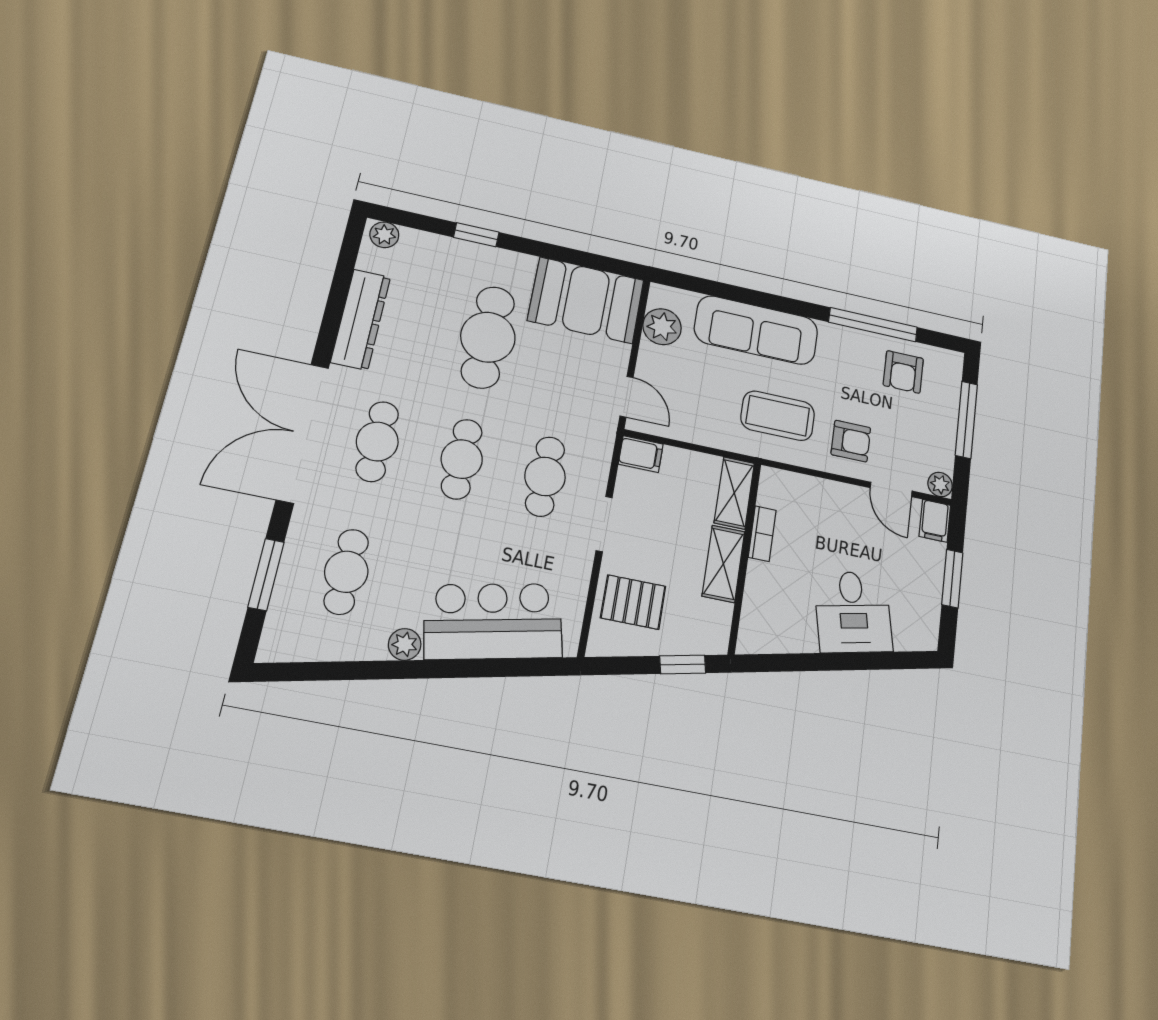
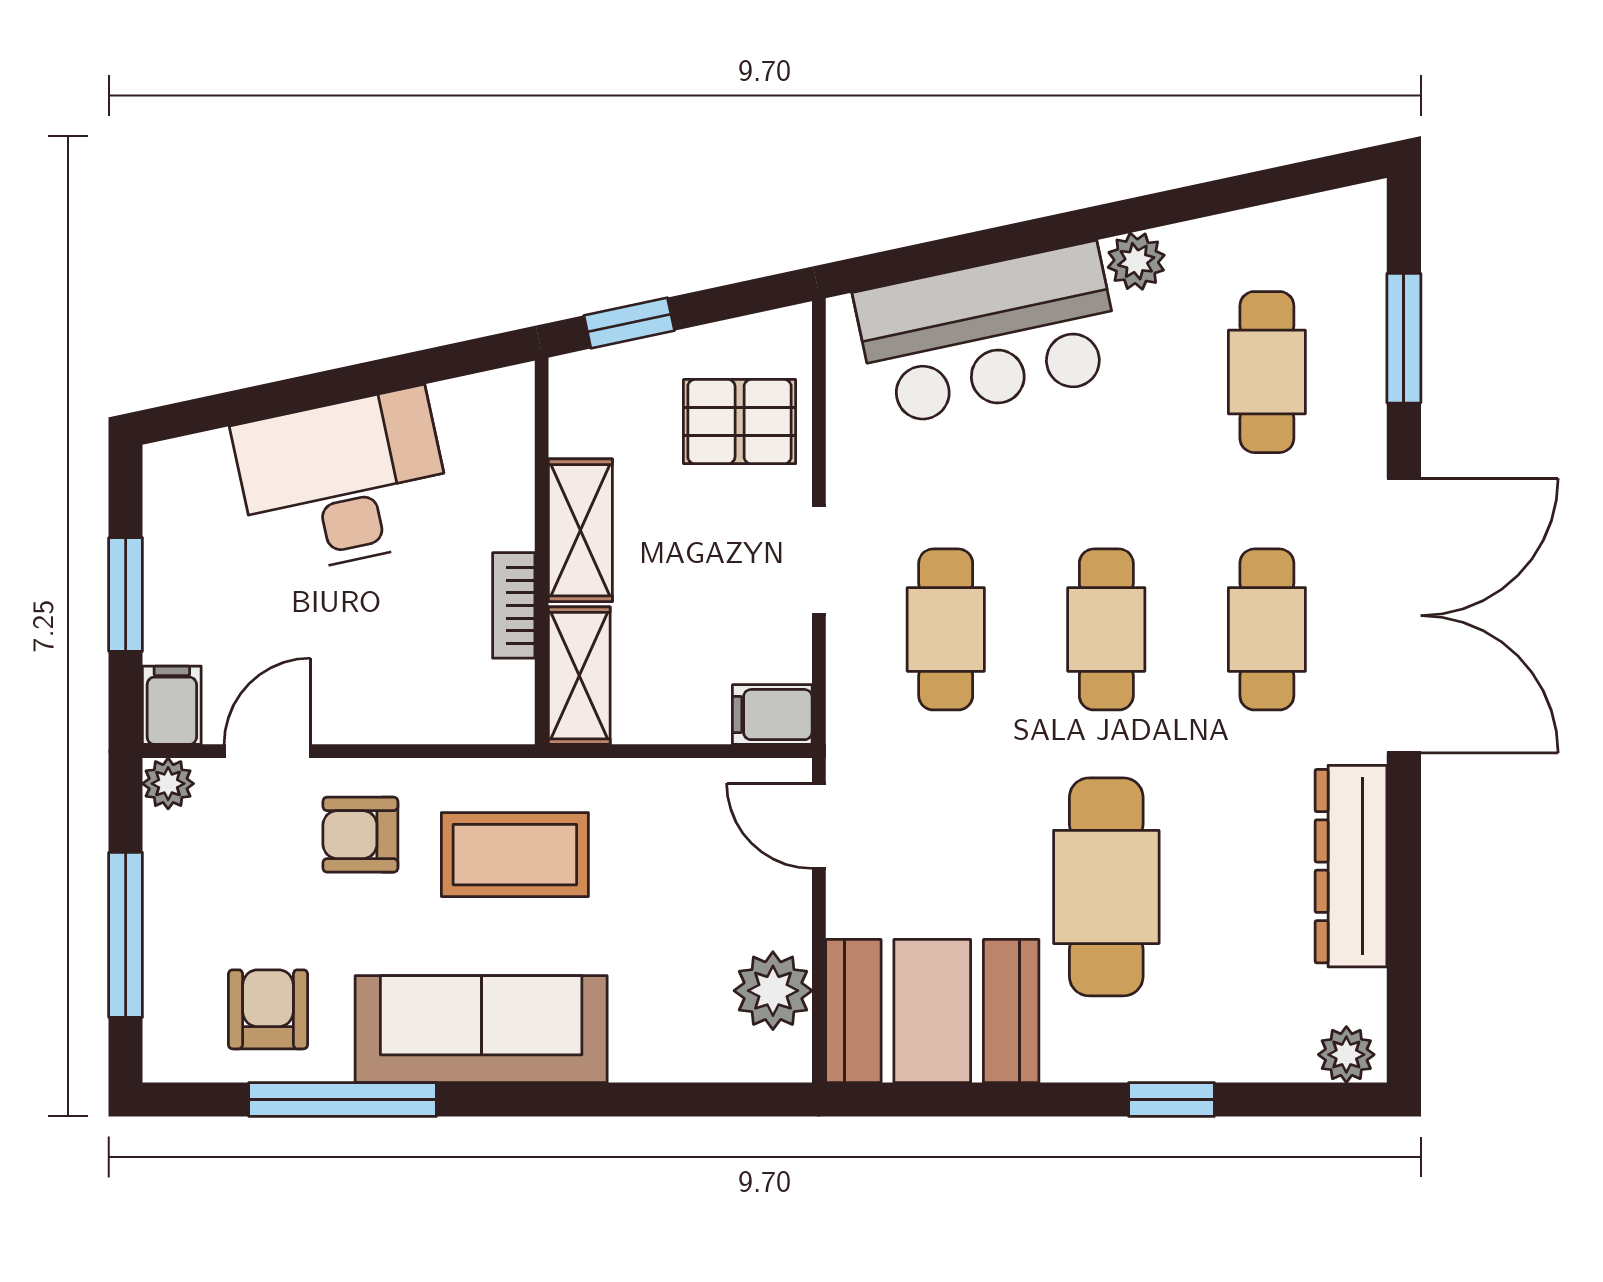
sofa: (756, 330) -> (481, 1029), moved
door: (891, 489) -> (267, 751), hinge flipped
desk: (853, 612) -> (343, 482), width x1.37

